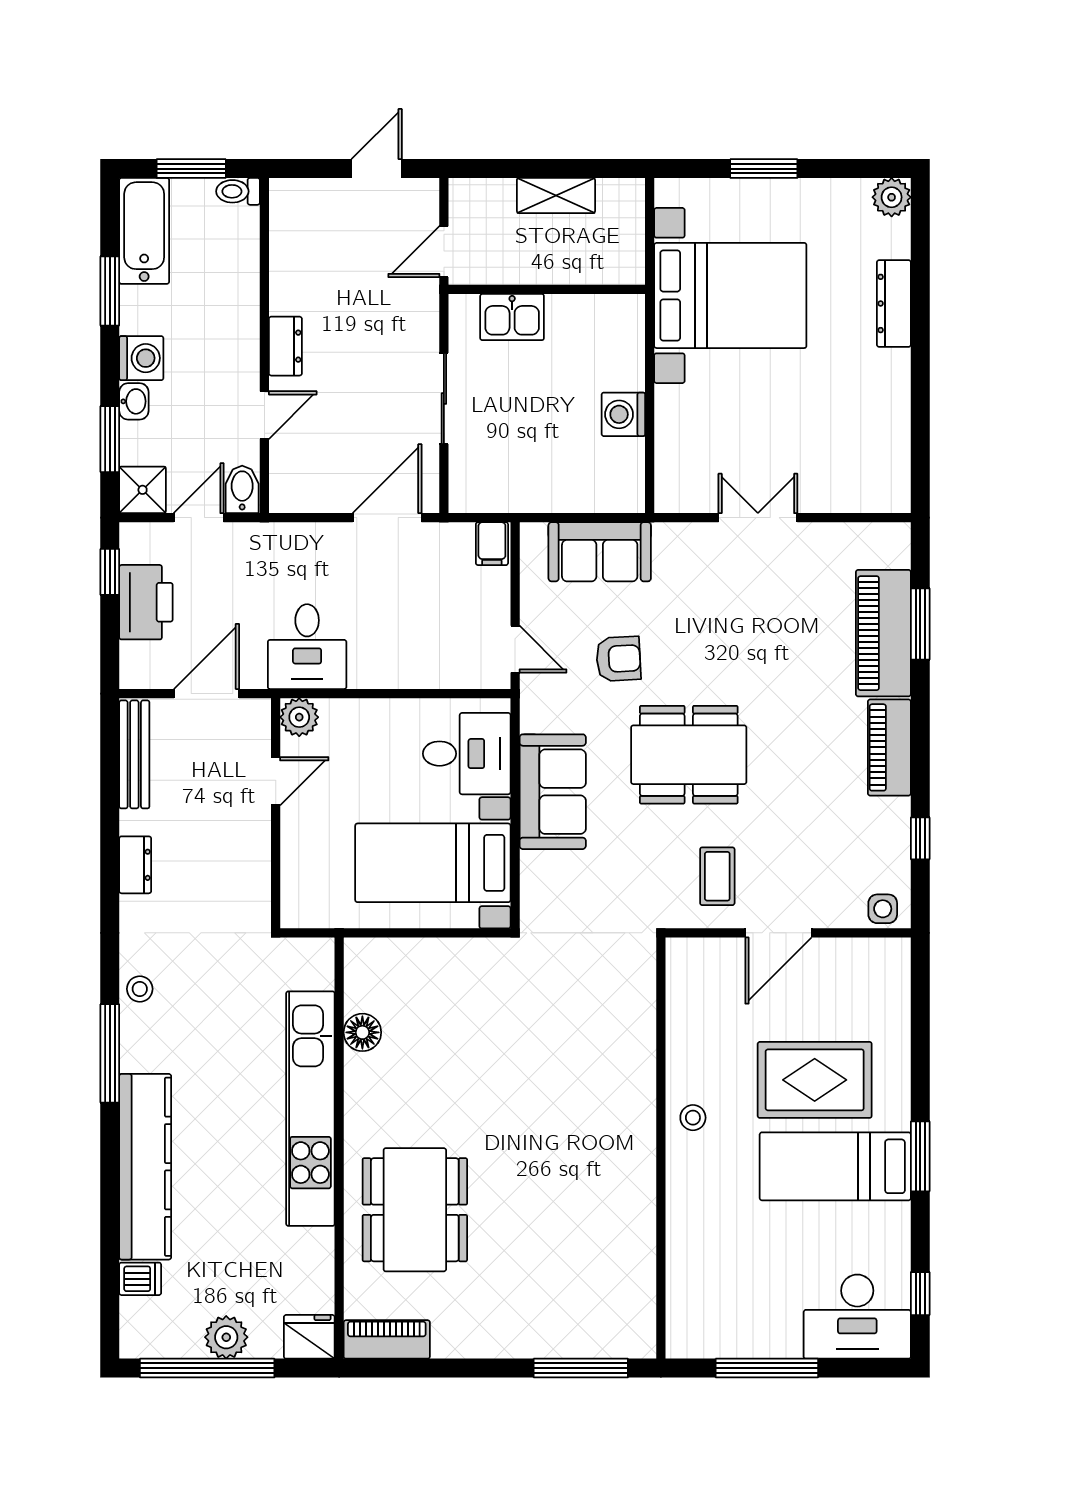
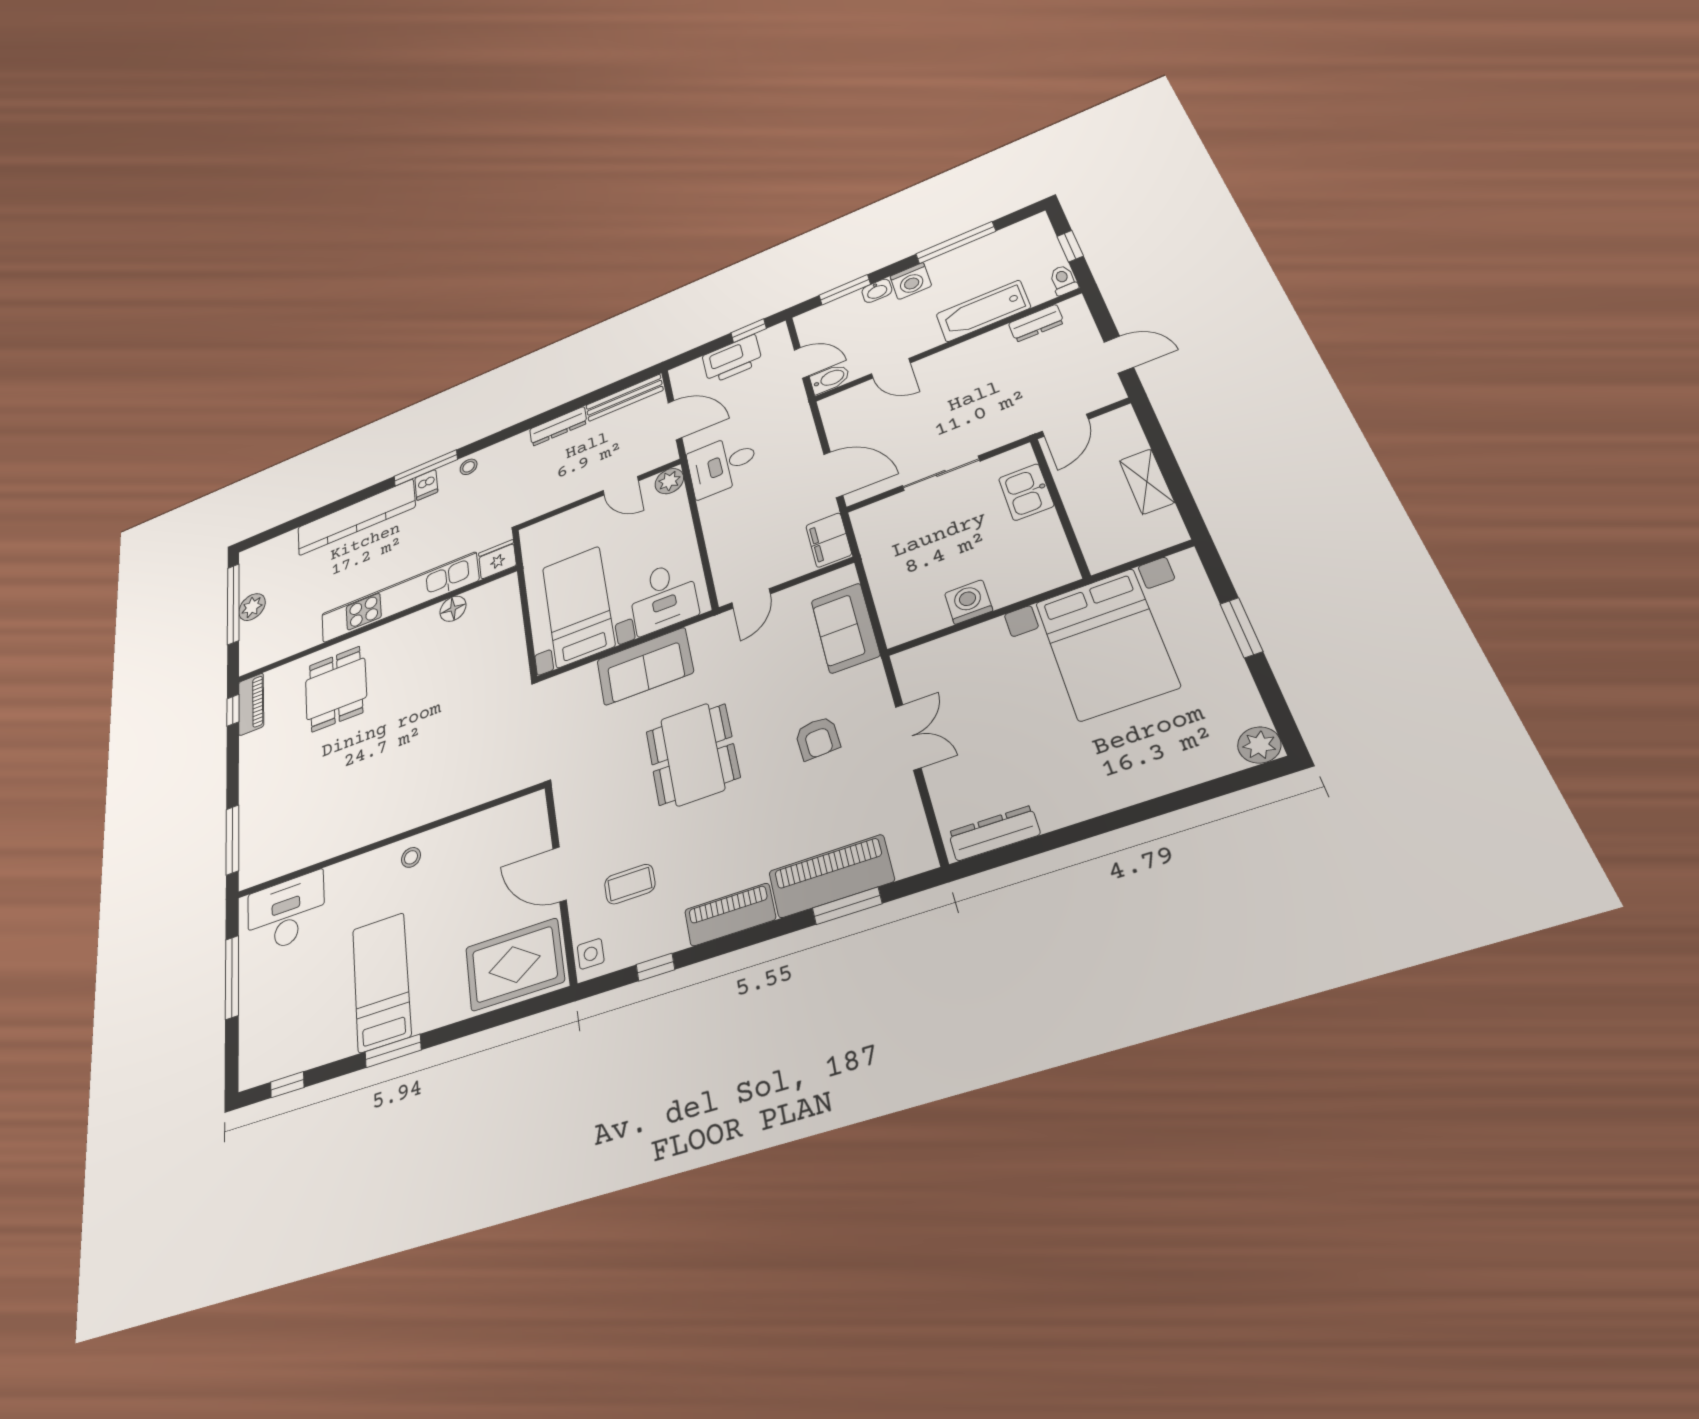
window: (191, 169) -> (1070, 246), width x0.67
bathtub: (144, 231) -> (983, 311), moved, turned 180
door: (444, 252) -> (1065, 425), swing flipped
window: (110, 291) -> (956, 243), width x1.44
dresser: (894, 303) -> (994, 833), moved
dresser: (285, 346) -> (1036, 323), moved
shower: (143, 490) -> (813, 323), removed
filing cabinet: (492, 544) -> (829, 540), width x2.00
armchair: (618, 659) -> (817, 738), moved
dresser: (135, 865) -> (558, 426), width x1.44
coffee table: (717, 876) -> (630, 884), moved
rug: (815, 1080) -> (515, 964), moved, turned 90
dining table: (415, 1210) -> (336, 689), width x0.73
dishwasher: (140, 1279) -> (426, 485), moved
desk: (857, 1317) -> (286, 913), moved, turned 90
fridge: (309, 1337) -> (497, 559), moved, turned -90
window: (385, 1368) -> (233, 710), added

